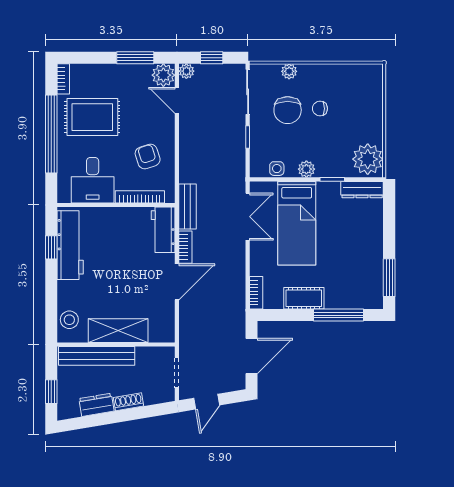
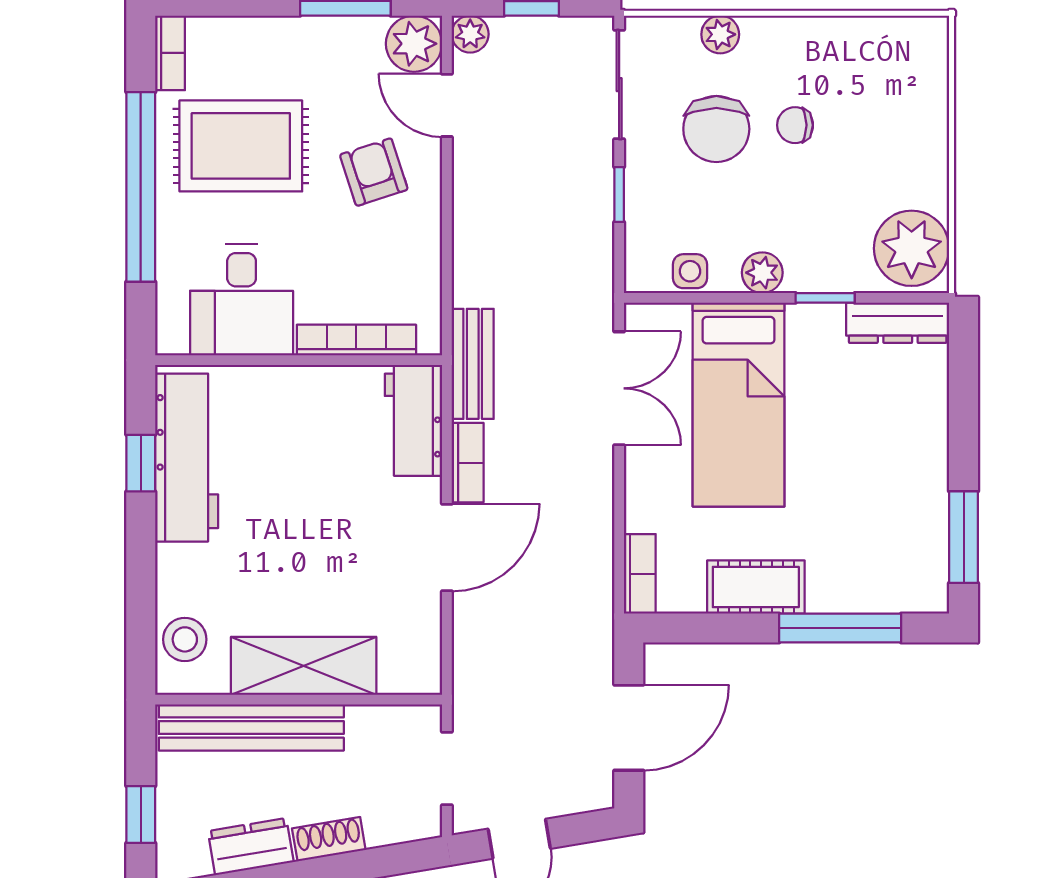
armchair: (148, 156) -> (374, 172), moved

